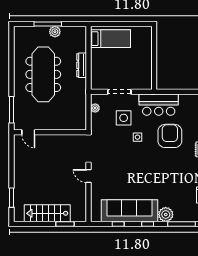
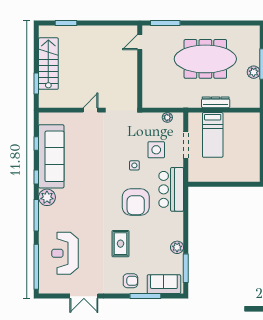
bed: (111, 39) -> (213, 135), moved
armchair: (170, 136) -> (136, 202), turned 90

